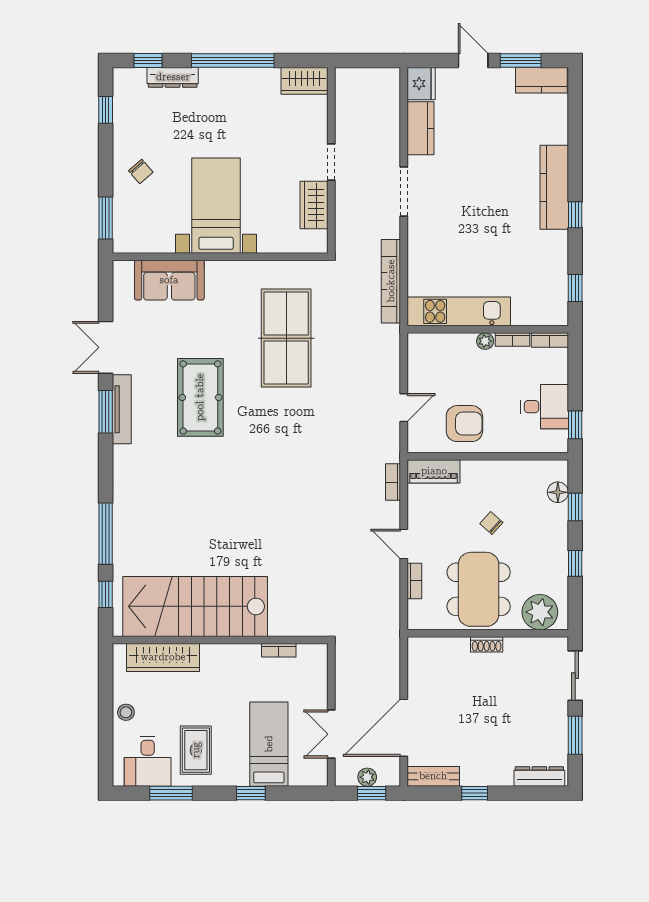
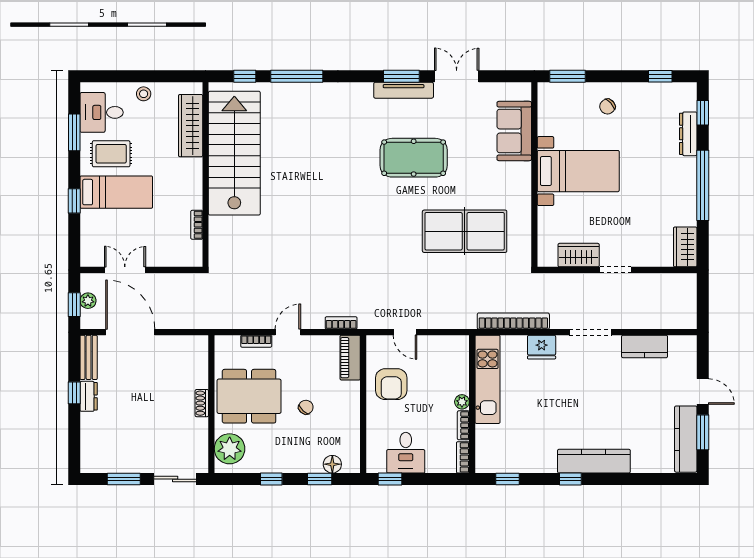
door: (473, 60) -> (703, 392), hinge flipped
kitchen counter: (541, 80) -> (686, 439), width x1.50
fridge: (421, 84) -> (542, 347), moved
bed: (269, 744) -> (116, 192), moved
dresser: (539, 776) -> (89, 396), moved, width x0.70

